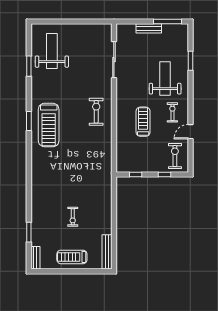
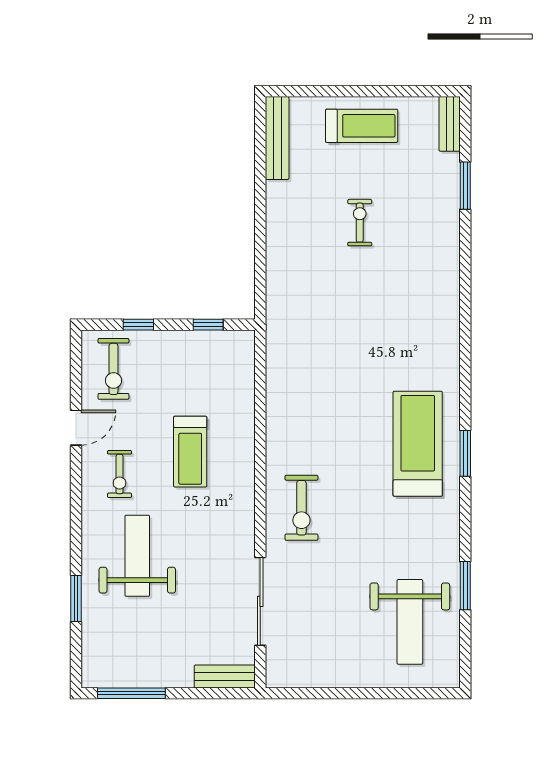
bench: (149, 28) -> (225, 676), moved
weight bench: (165, 79) -> (137, 556), turned 180
exercise bike: (96, 112) -> (301, 508), moved

